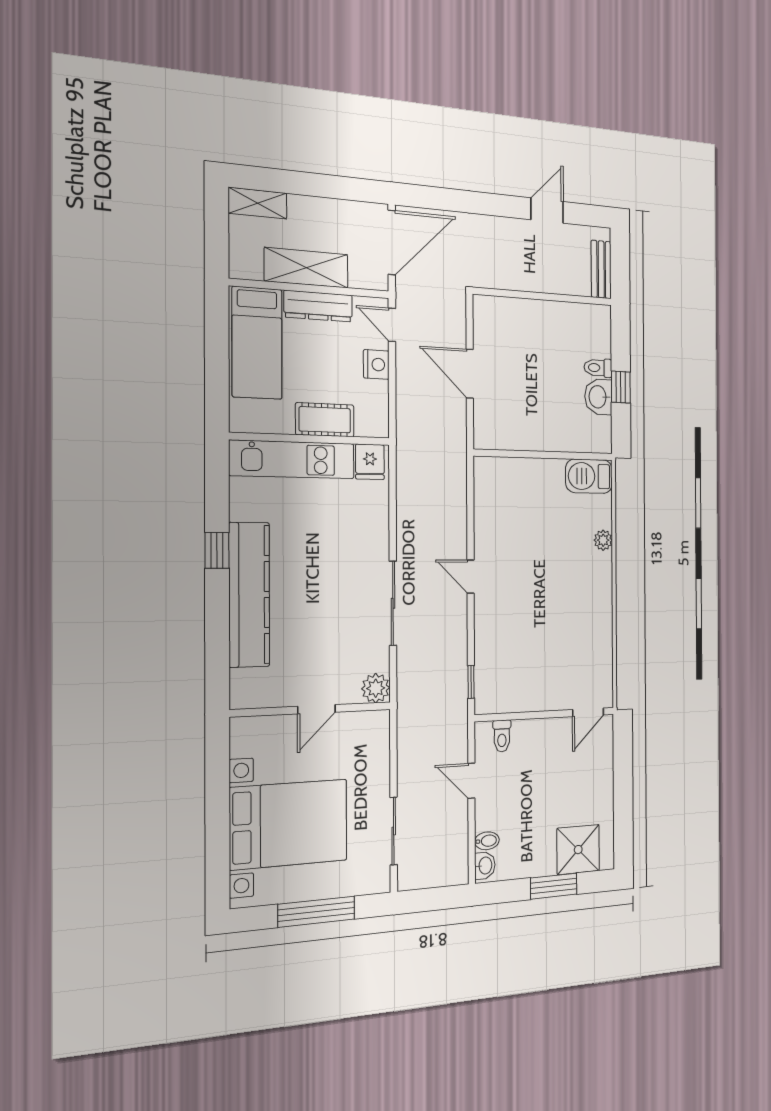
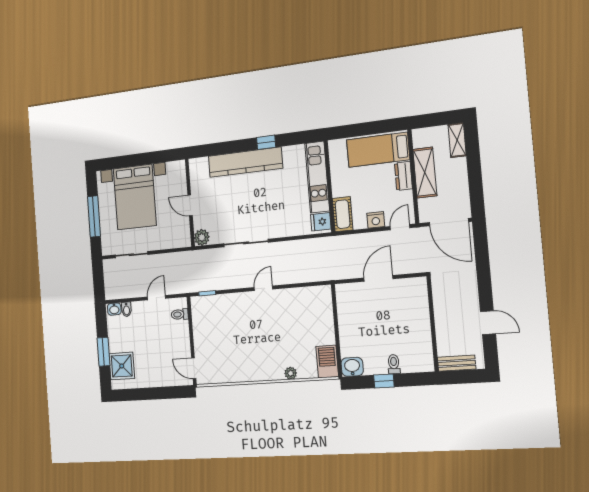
dresser: (318, 306) -> (403, 176), width x0.70
washbasin: (598, 397) -> (352, 367), moved
cot: (325, 420) -> (343, 214), moved

